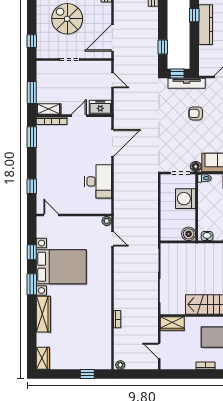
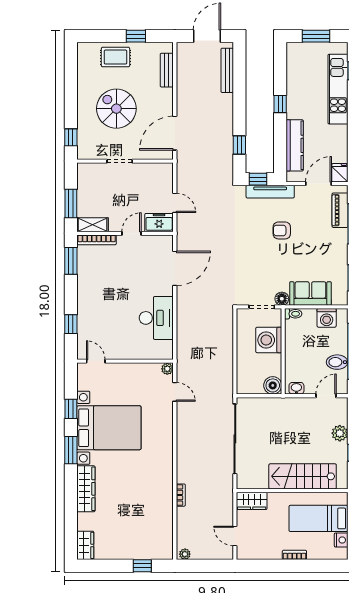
kitchen counter: (206, 25) -> (295, 145), moved
door: (112, 80) -> (175, 203), moved

